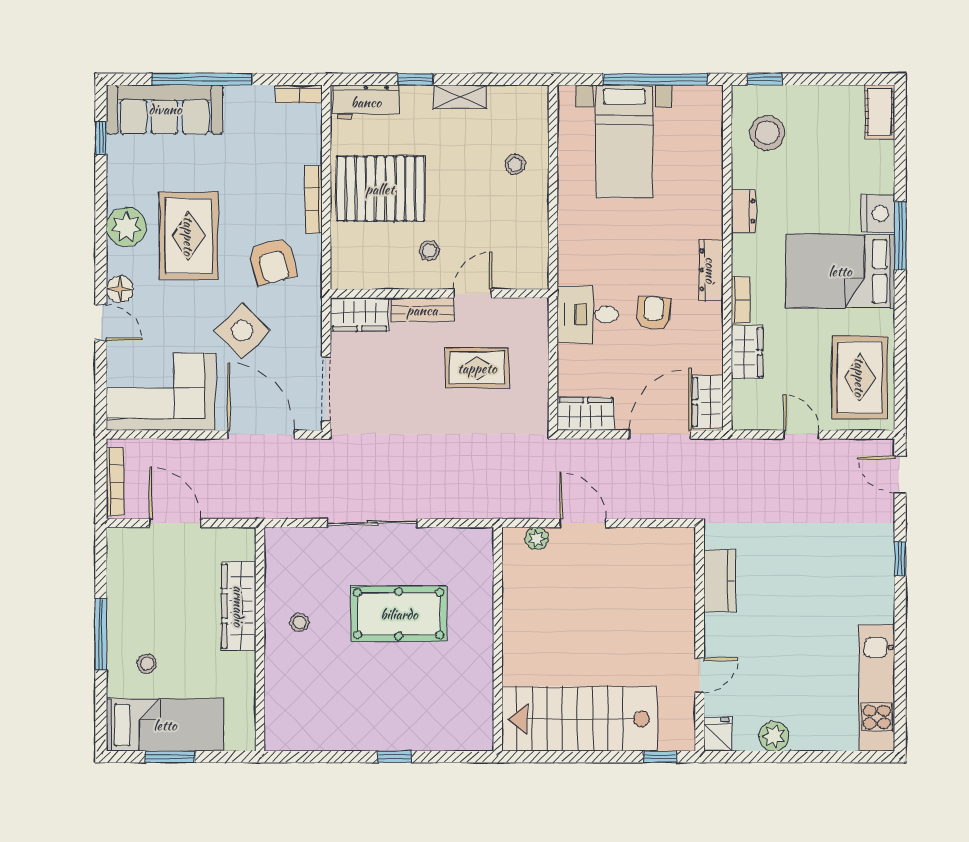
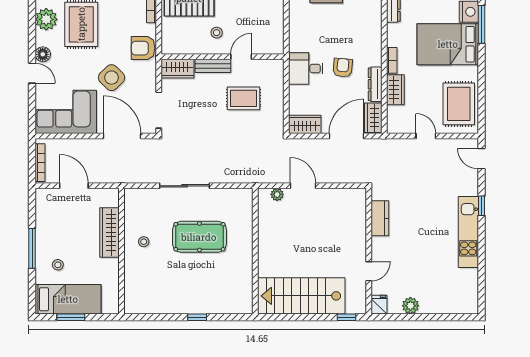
armchair: (273, 261) -> (143, 48), moved, turned 104
dresser: (711, 270) -> (375, 84), moved
kitchen unit: (877, 688) -> (468, 232), moved

